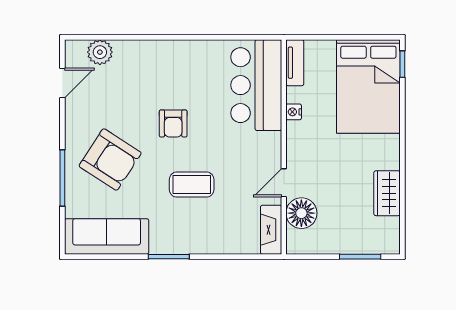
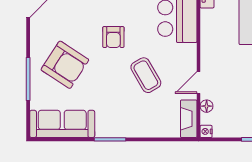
nightstand: (294, 112) -> (206, 131), moved
coffee table: (192, 185) -> (146, 75), moved, turned 60
floor lamp: (301, 213) -> (207, 106), width x0.53, depth x0.53

